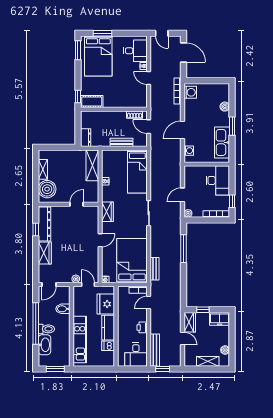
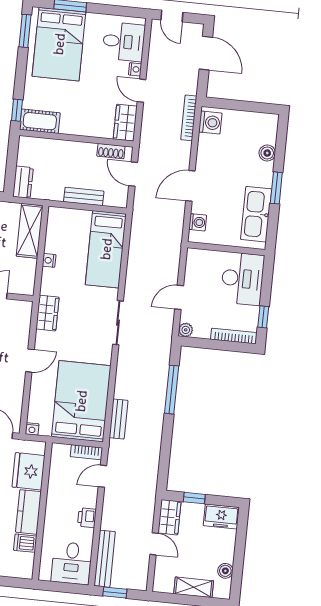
wardrobe: (141, 97) -> (125, 123), added

